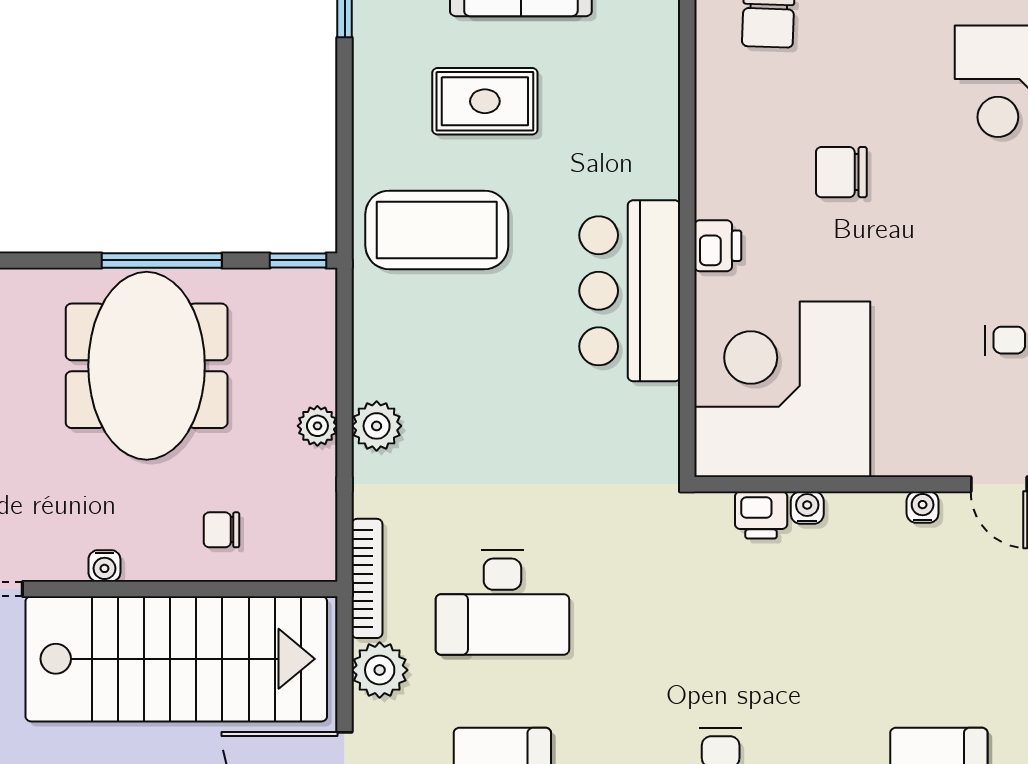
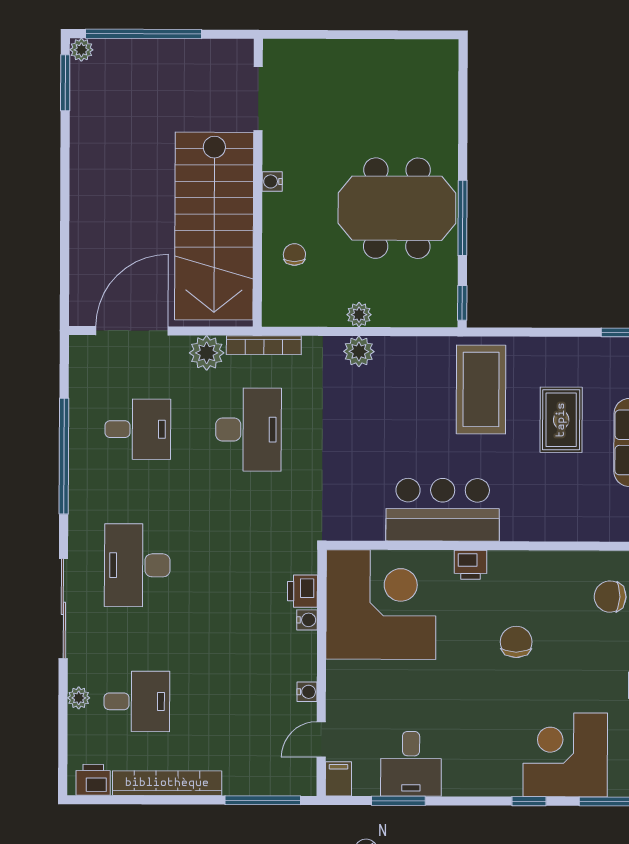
desk: (502, 602) -> (248, 430), turned 180

